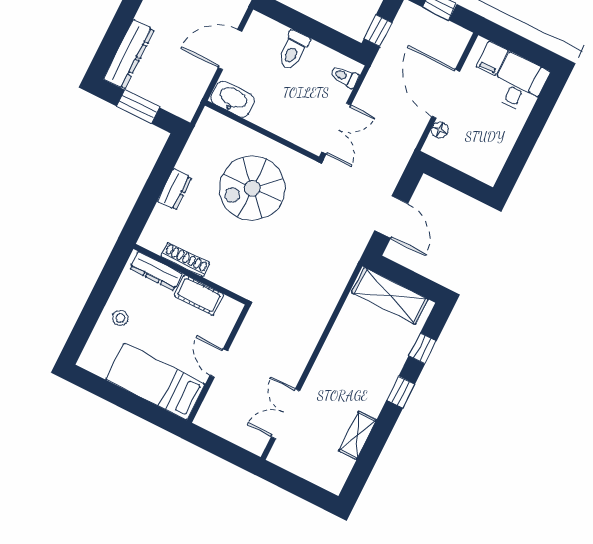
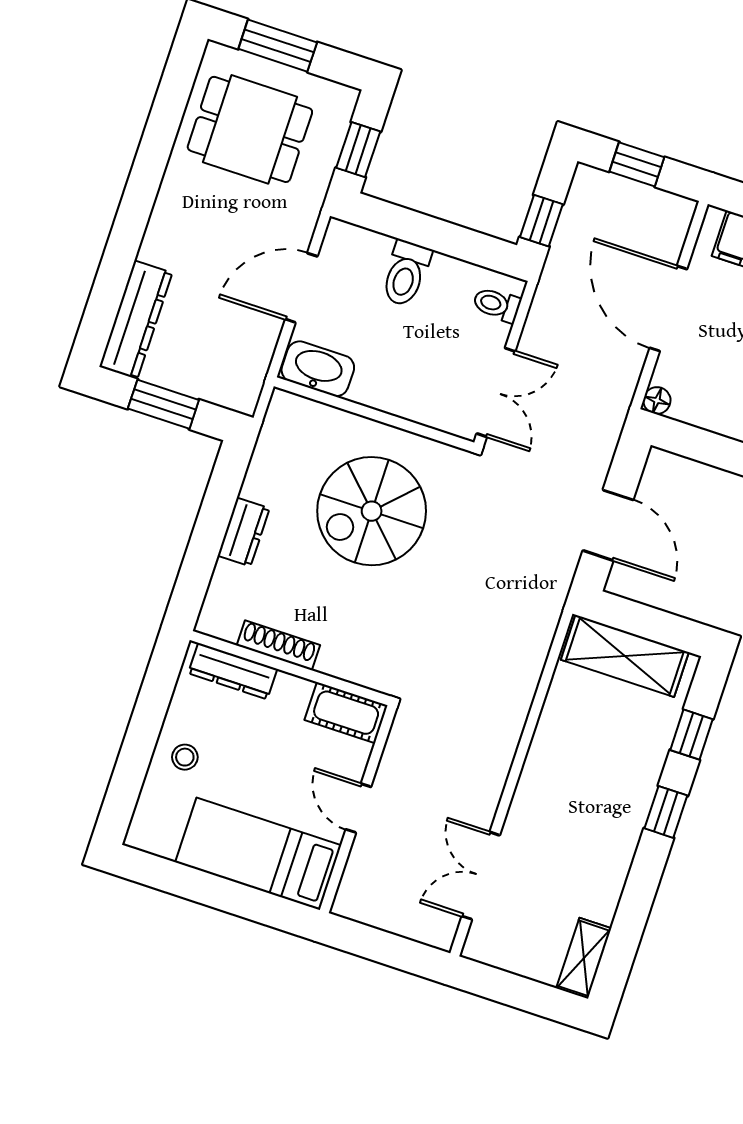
floor lamp: (440, 130) -> (657, 400), moved
cot: (199, 295) -> (346, 713), moved
shelving: (358, 435) -> (584, 958), moved

